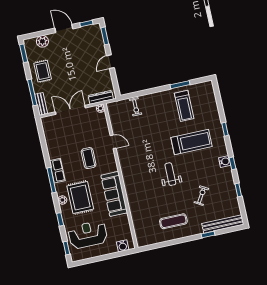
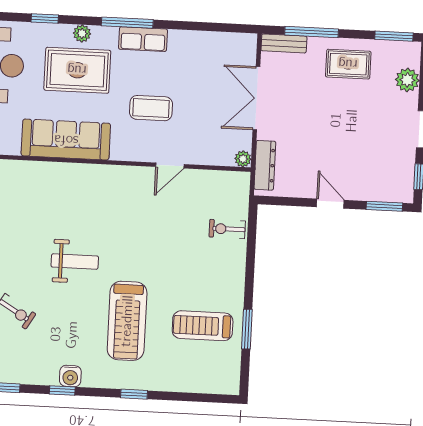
double door: (70, 110) -> (256, 98), swing flipped

